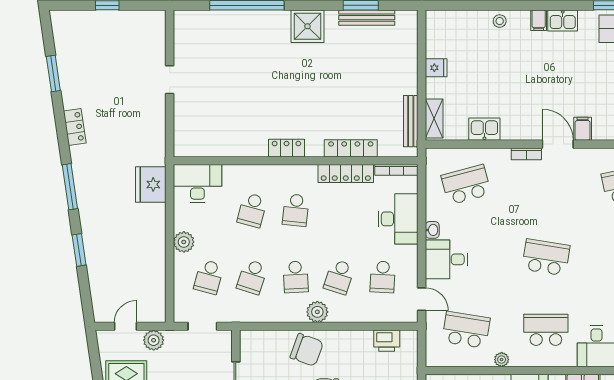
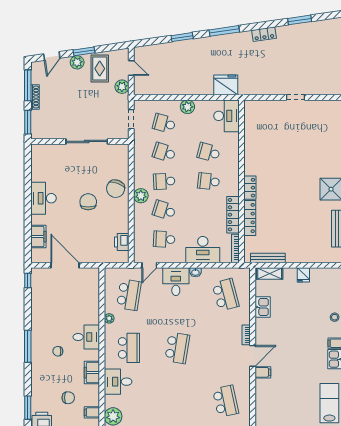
locker: (286, 148) -> (250, 188), moved

